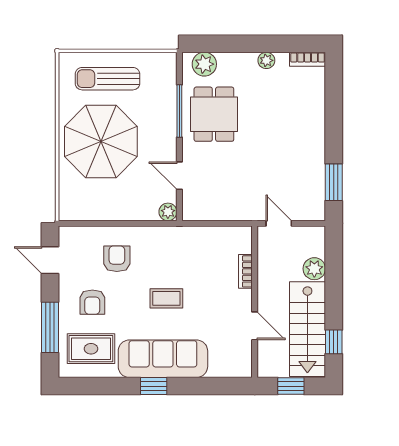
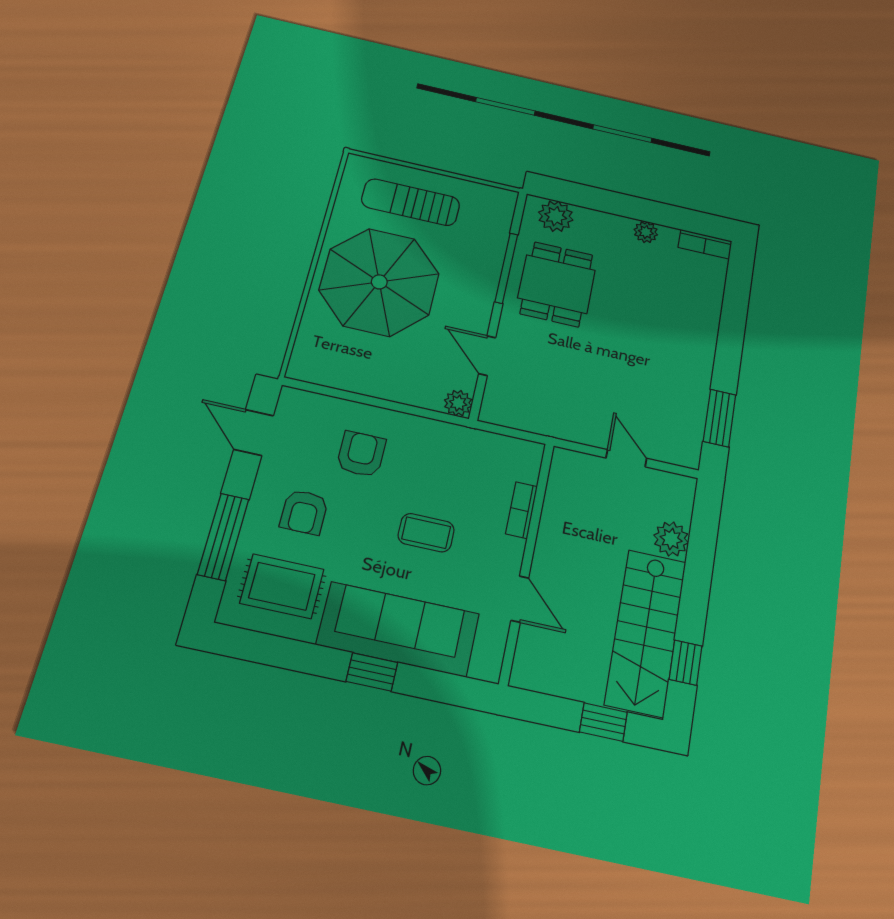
bookcase: (245, 271) -> (522, 510), moved
wall: (255, 302) -> (527, 561), moved
door: (255, 326) -> (520, 599), moved

